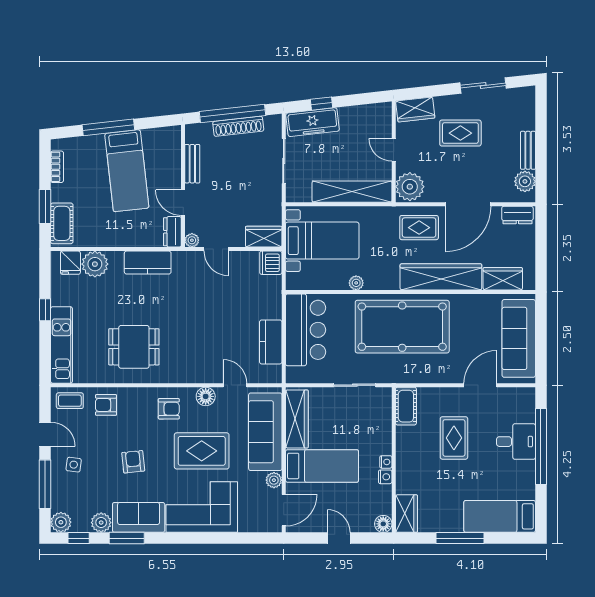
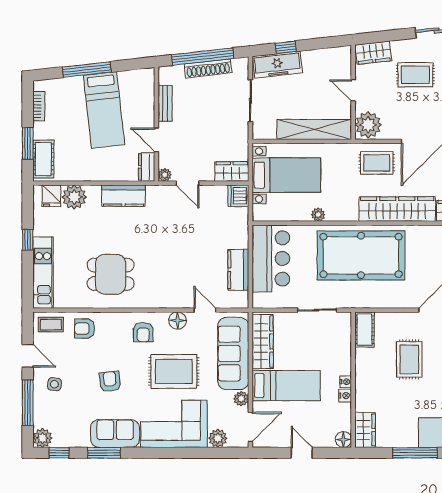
armchair: (169, 409) -> (143, 332), turned 90
plant: (101, 523) -> (218, 438), moved

